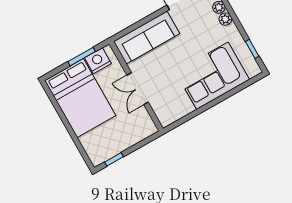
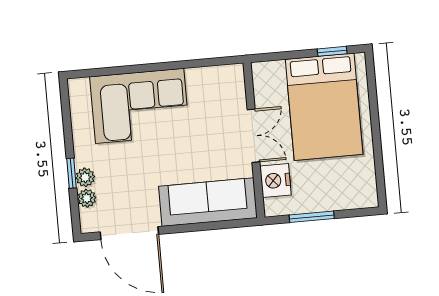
window: (252, 49) -> (72, 173), moved
nightstand: (98, 61) -> (276, 181), moved, turned 90
bed: (80, 98) -> (324, 107), moved, turned 180

